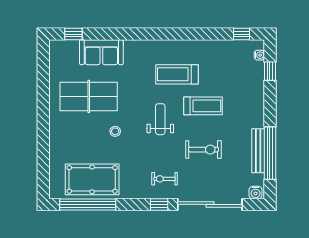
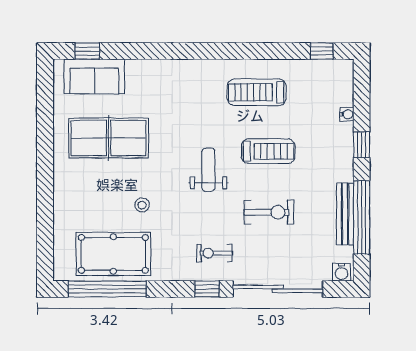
sofa: (101, 52) -> (94, 76), moved
water cooler: (259, 55) -> (347, 114), moved
window: (270, 71) -> (362, 145), moved
treadmill: (177, 74) -> (257, 92), moved
stool: (115, 131) -> (142, 205), moved

